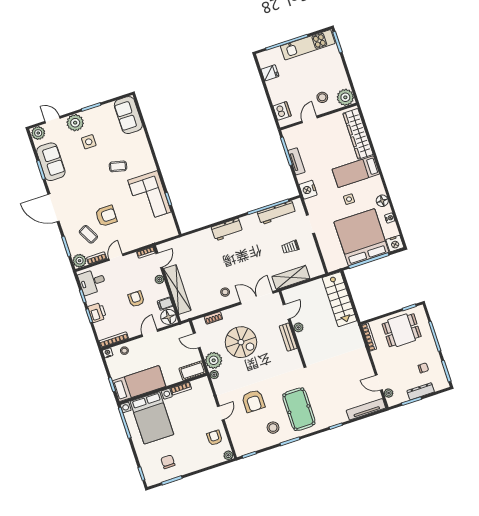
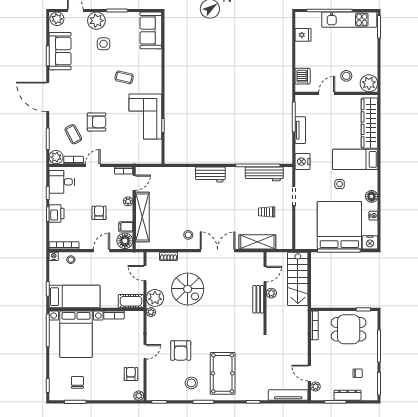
door: (287, 312) -> (265, 274), moved
plant: (298, 327) -> (271, 293), moved
wall: (292, 328) -> (265, 292), moved
bench: (288, 337) -> (258, 299), moved

